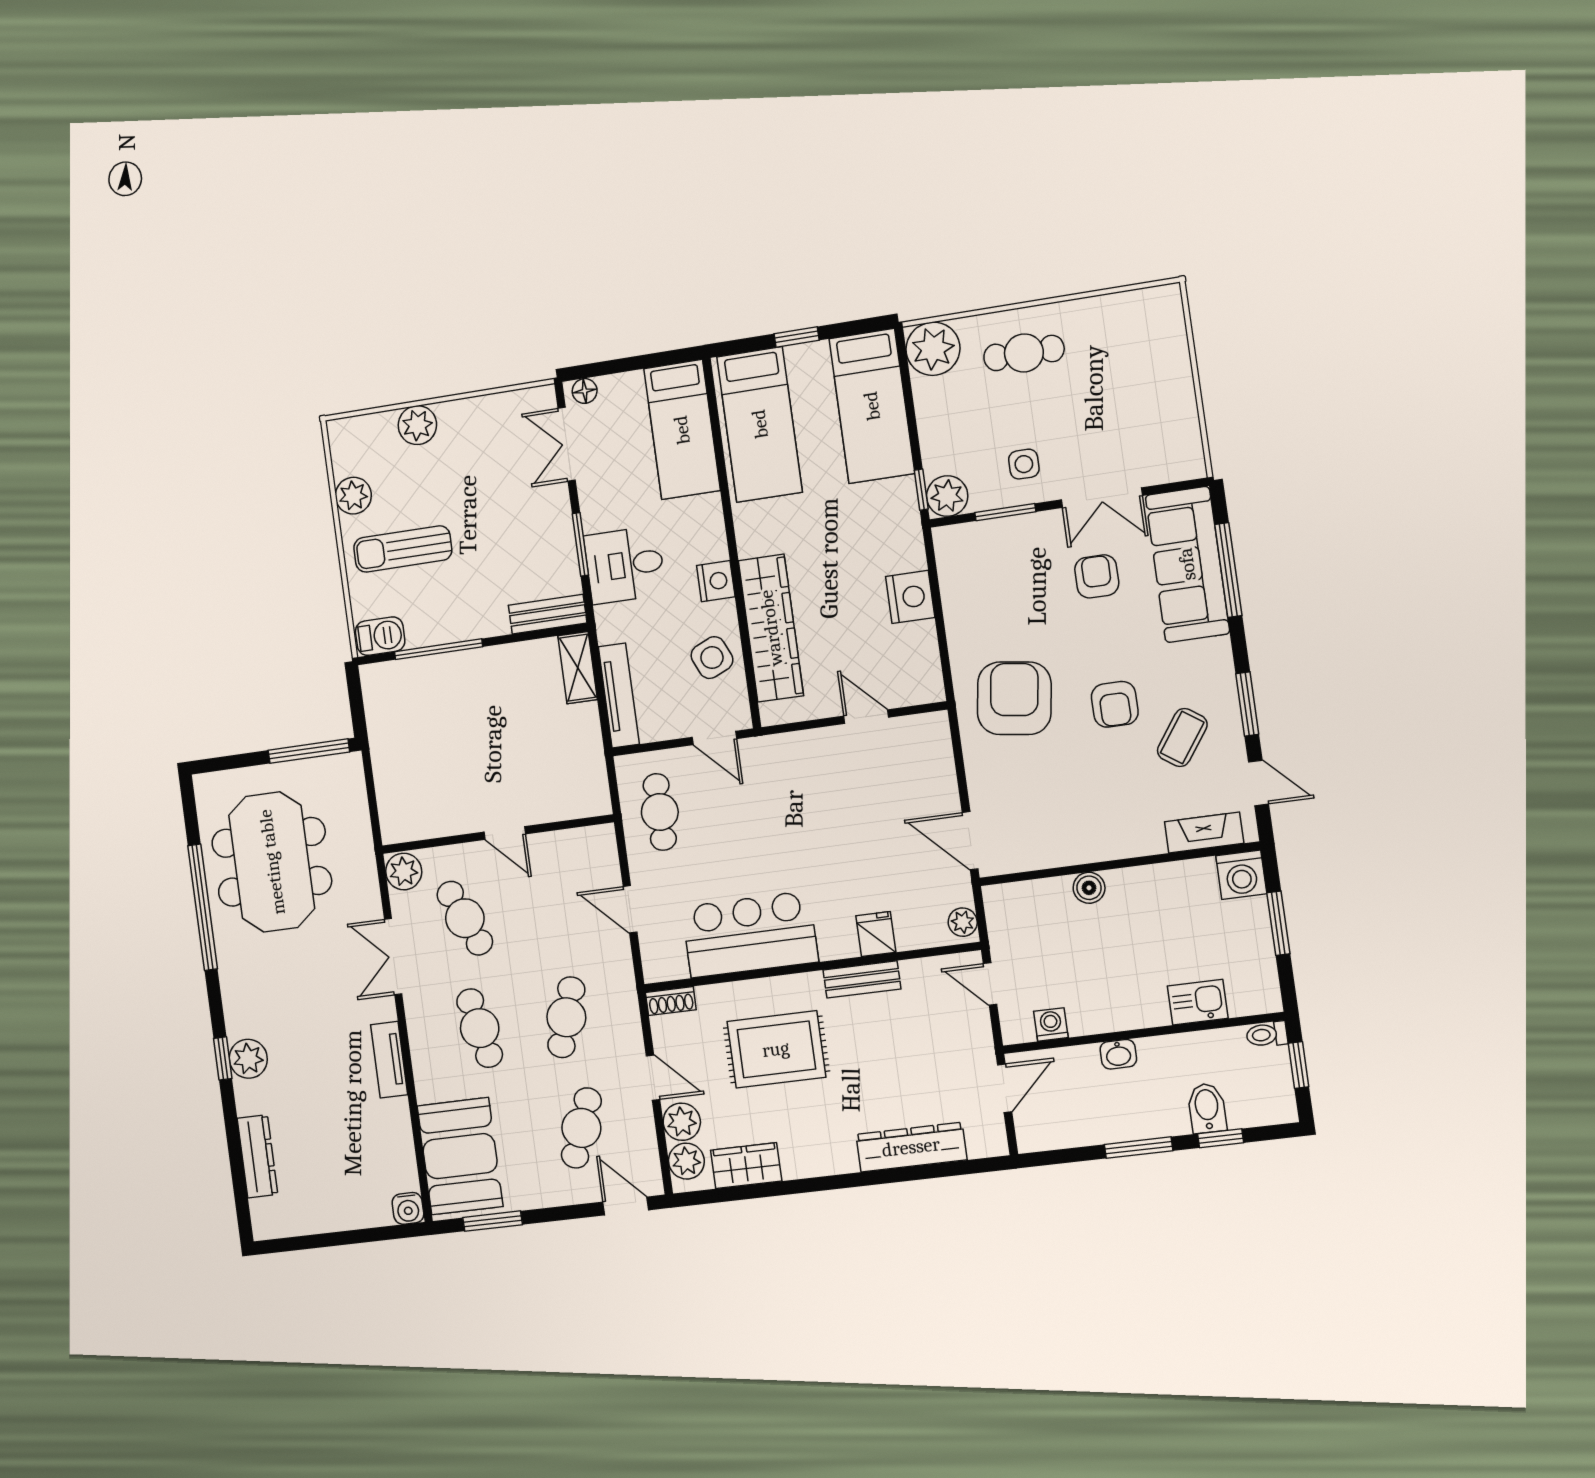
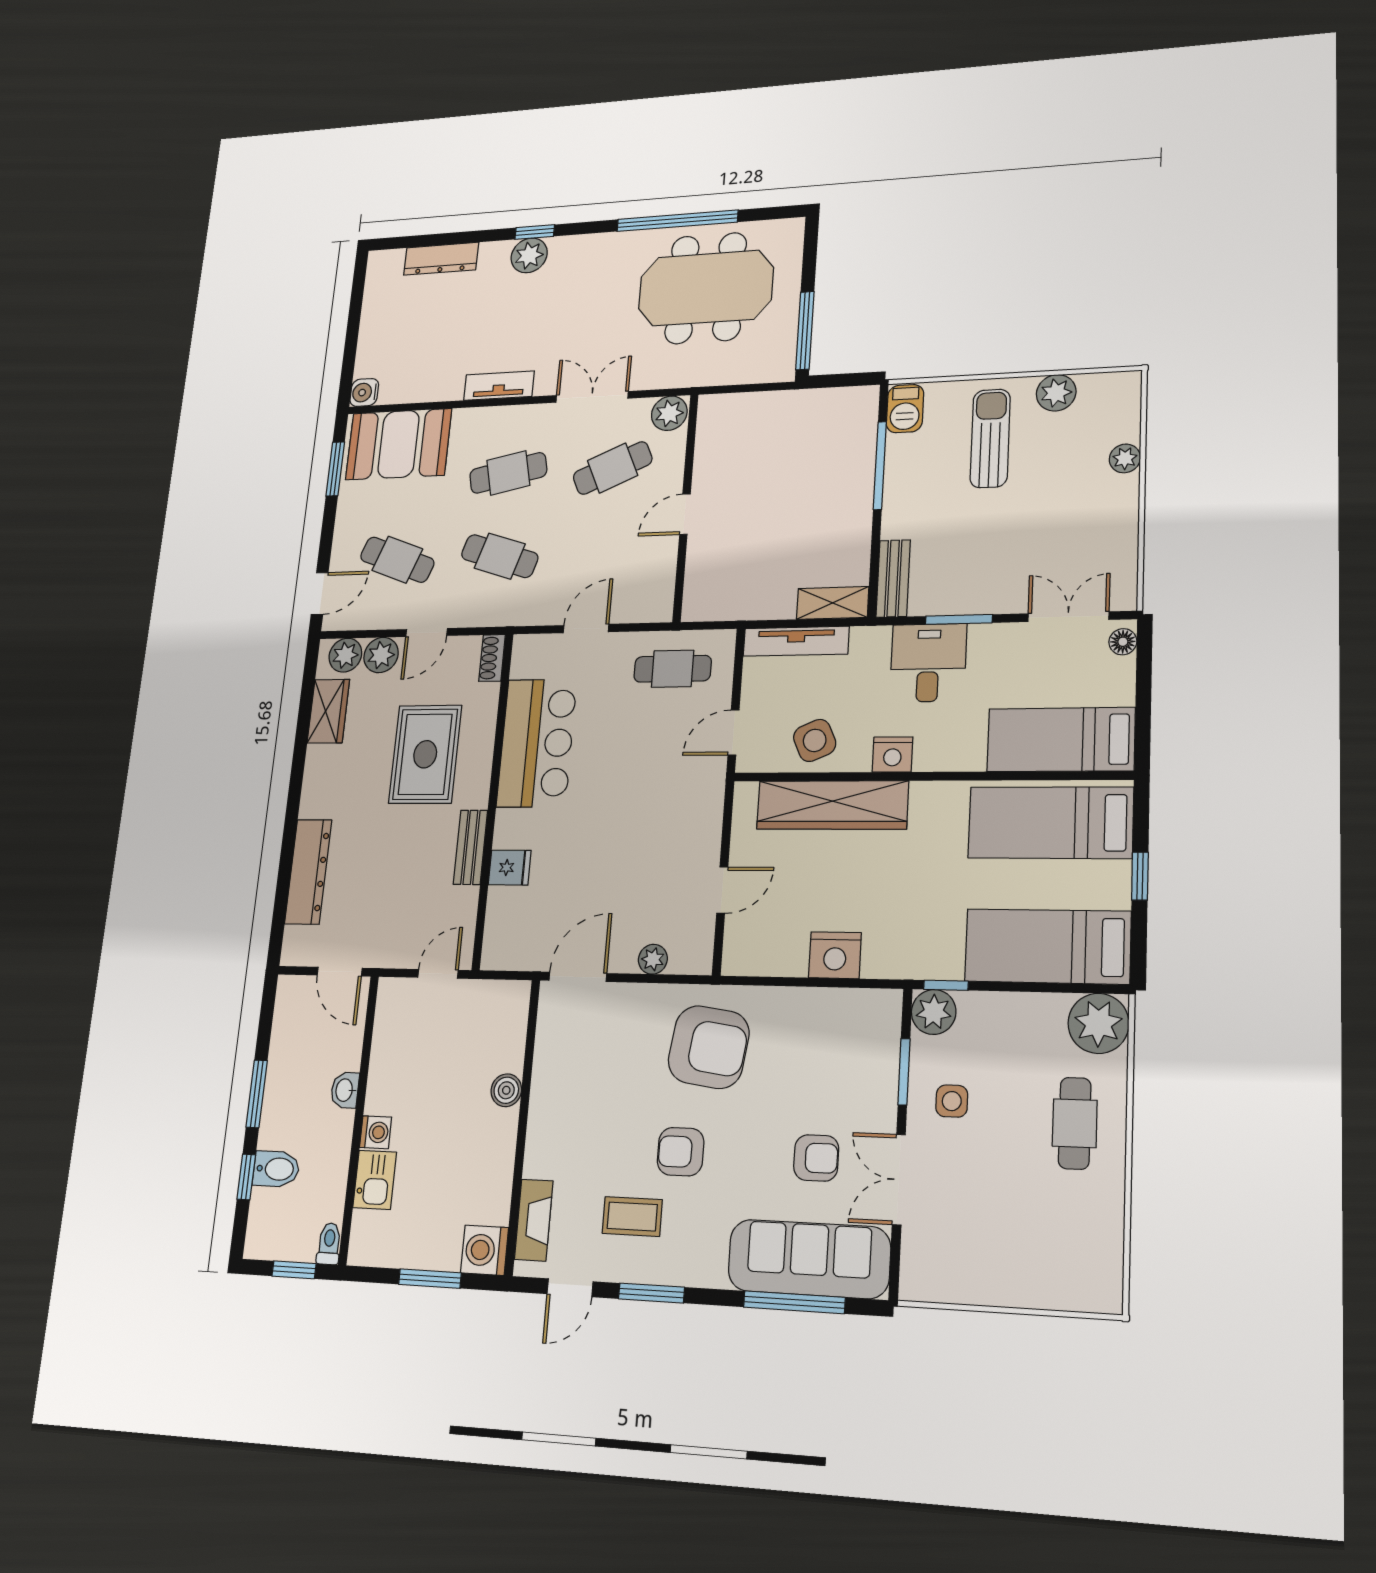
plant: (417, 425) -> (1125, 458), width x0.73, depth x0.73
coffee table: (1182, 738) -> (632, 1217), turned -35
plant: (963, 922) -> (653, 959), moved
washing machine: (1051, 1024) -> (376, 1132), moved

